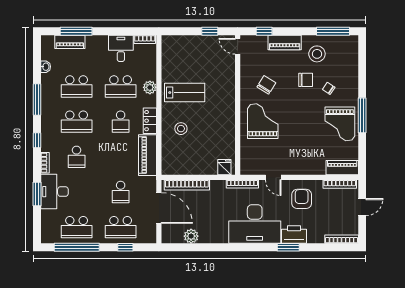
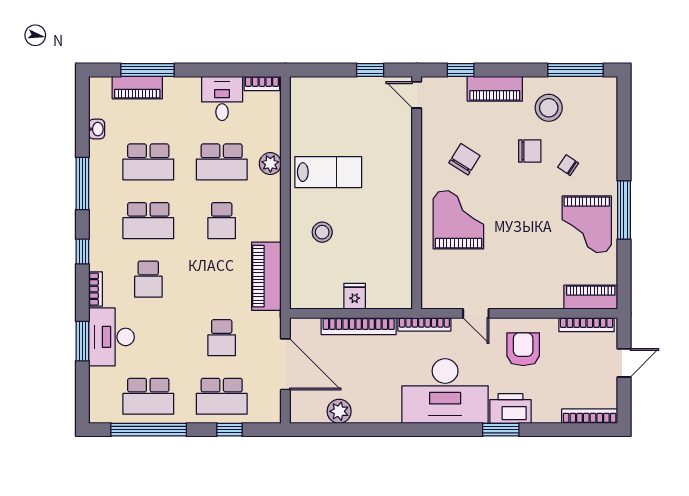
locker: (150, 121) -> (270, 219), removed
fridge: (224, 167) -> (355, 296), moved
bookcase: (187, 185) -> (359, 326), moved

